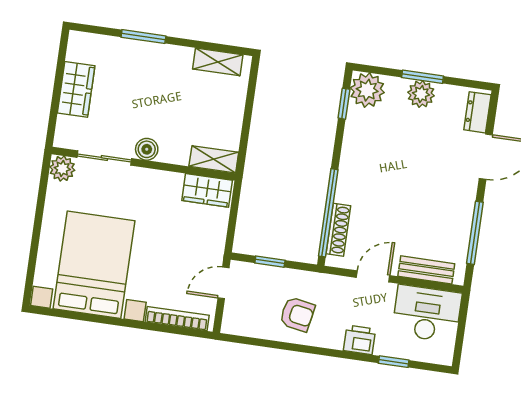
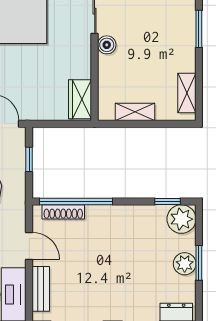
shelving: (214, 159) -> (135, 112), moved, turned 90

